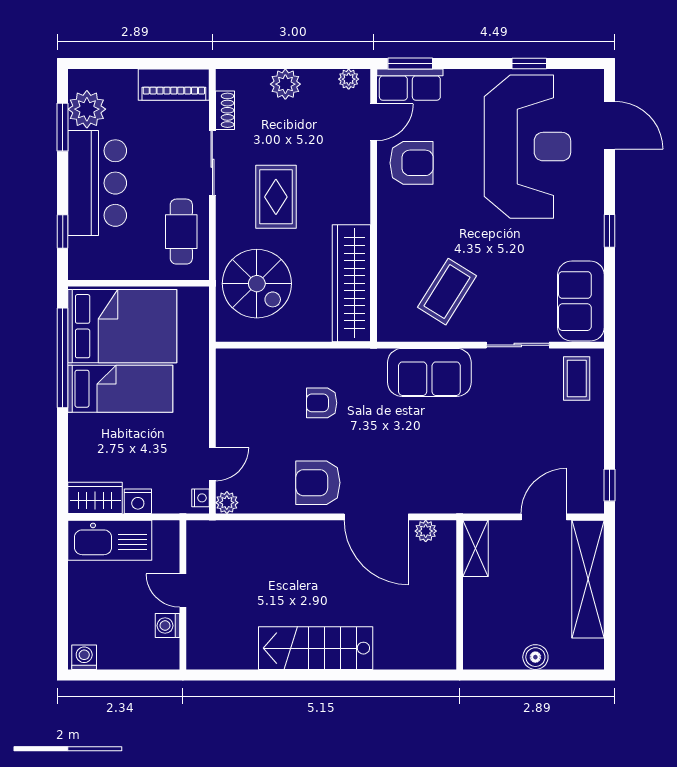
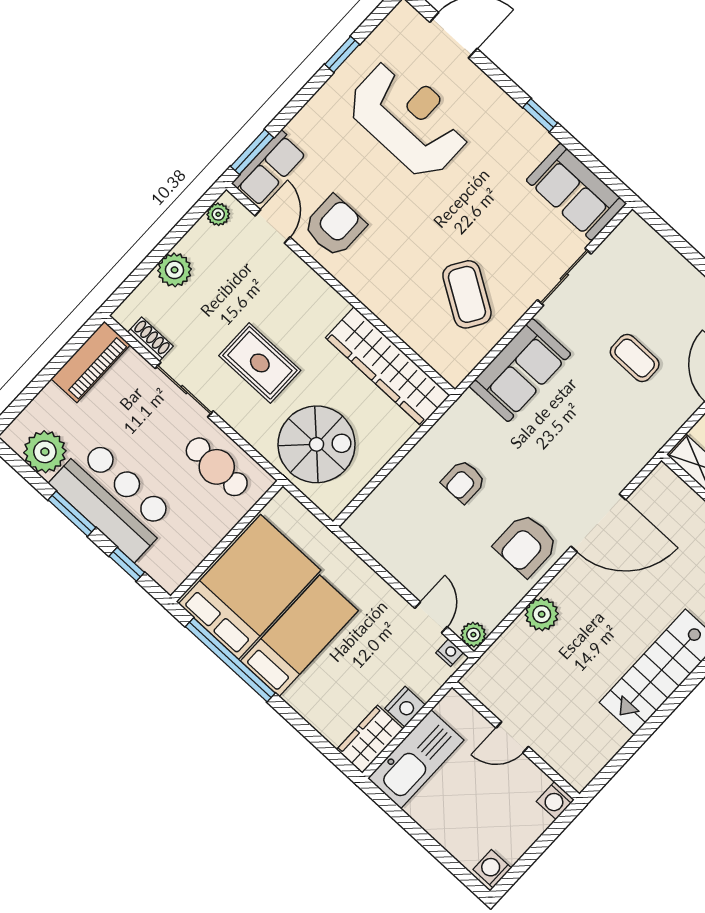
window: (63, 127) -> (72, 514), moved
reception desk: (527, 147) -> (409, 119), width x0.74, depth x0.77
coffee table: (577, 378) -> (635, 358), moved
plant: (426, 531) -> (542, 614), moved, width x1.38, depth x1.38
washing machine: (167, 626) -> (555, 800), moved

